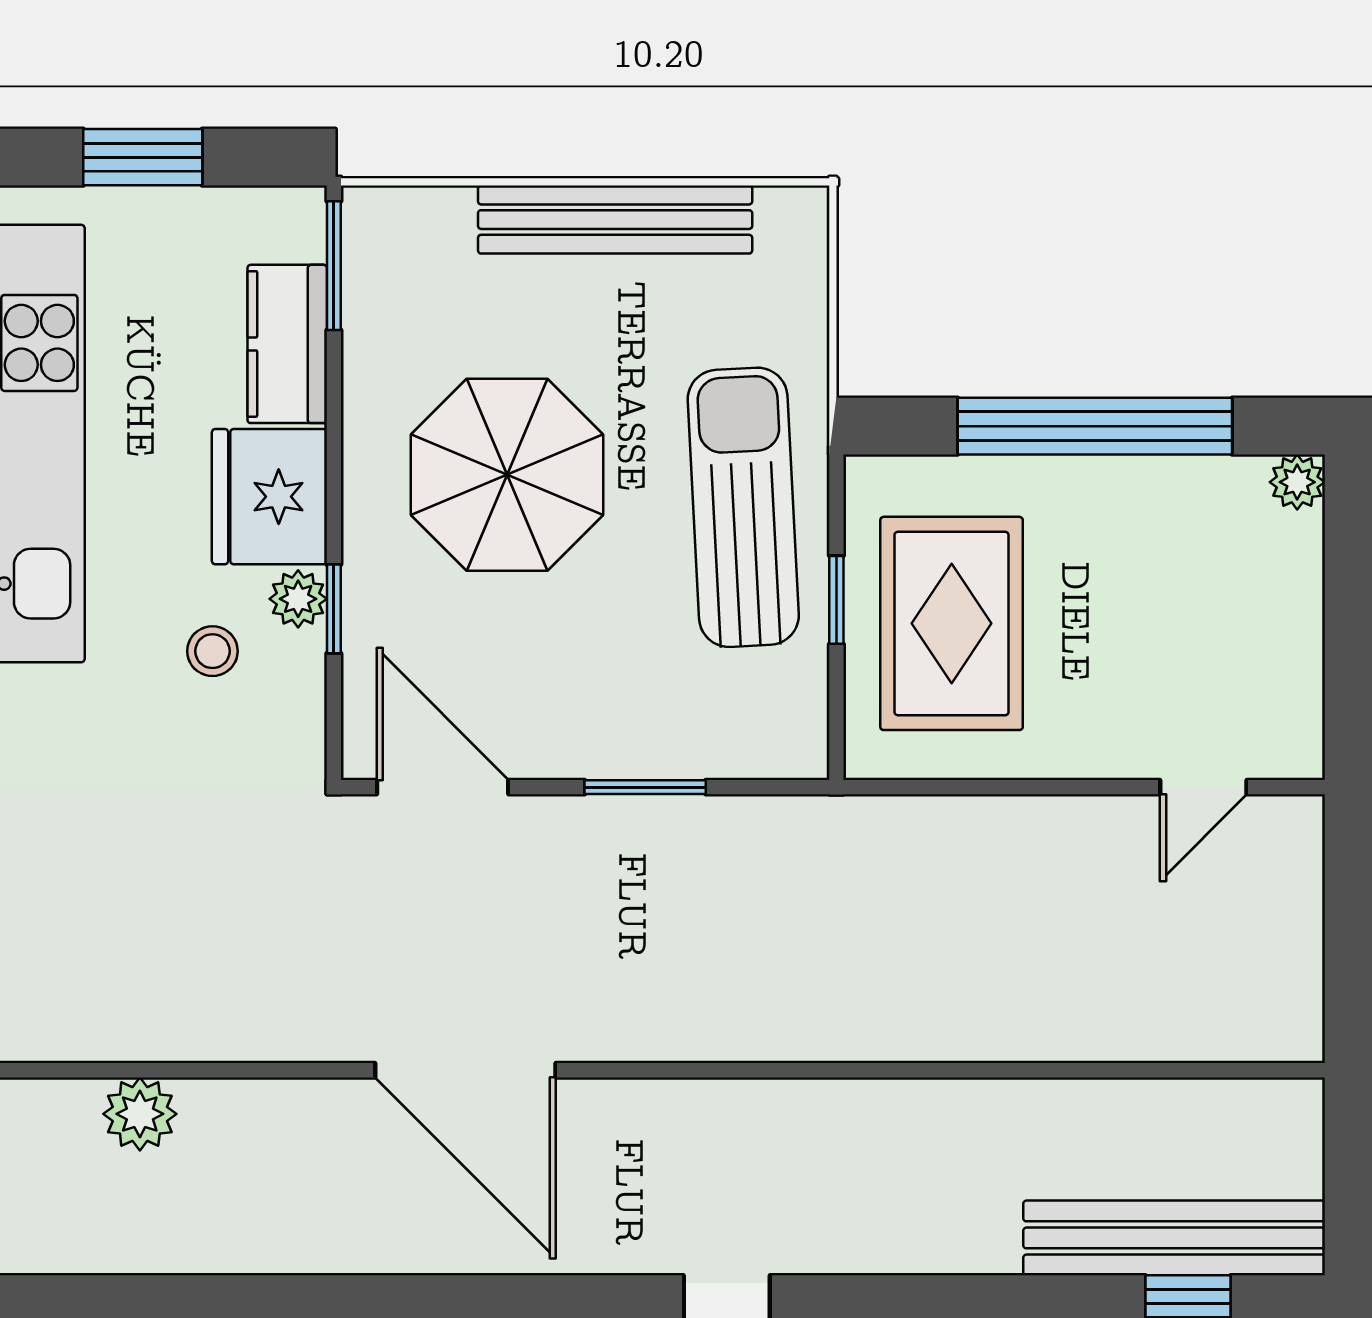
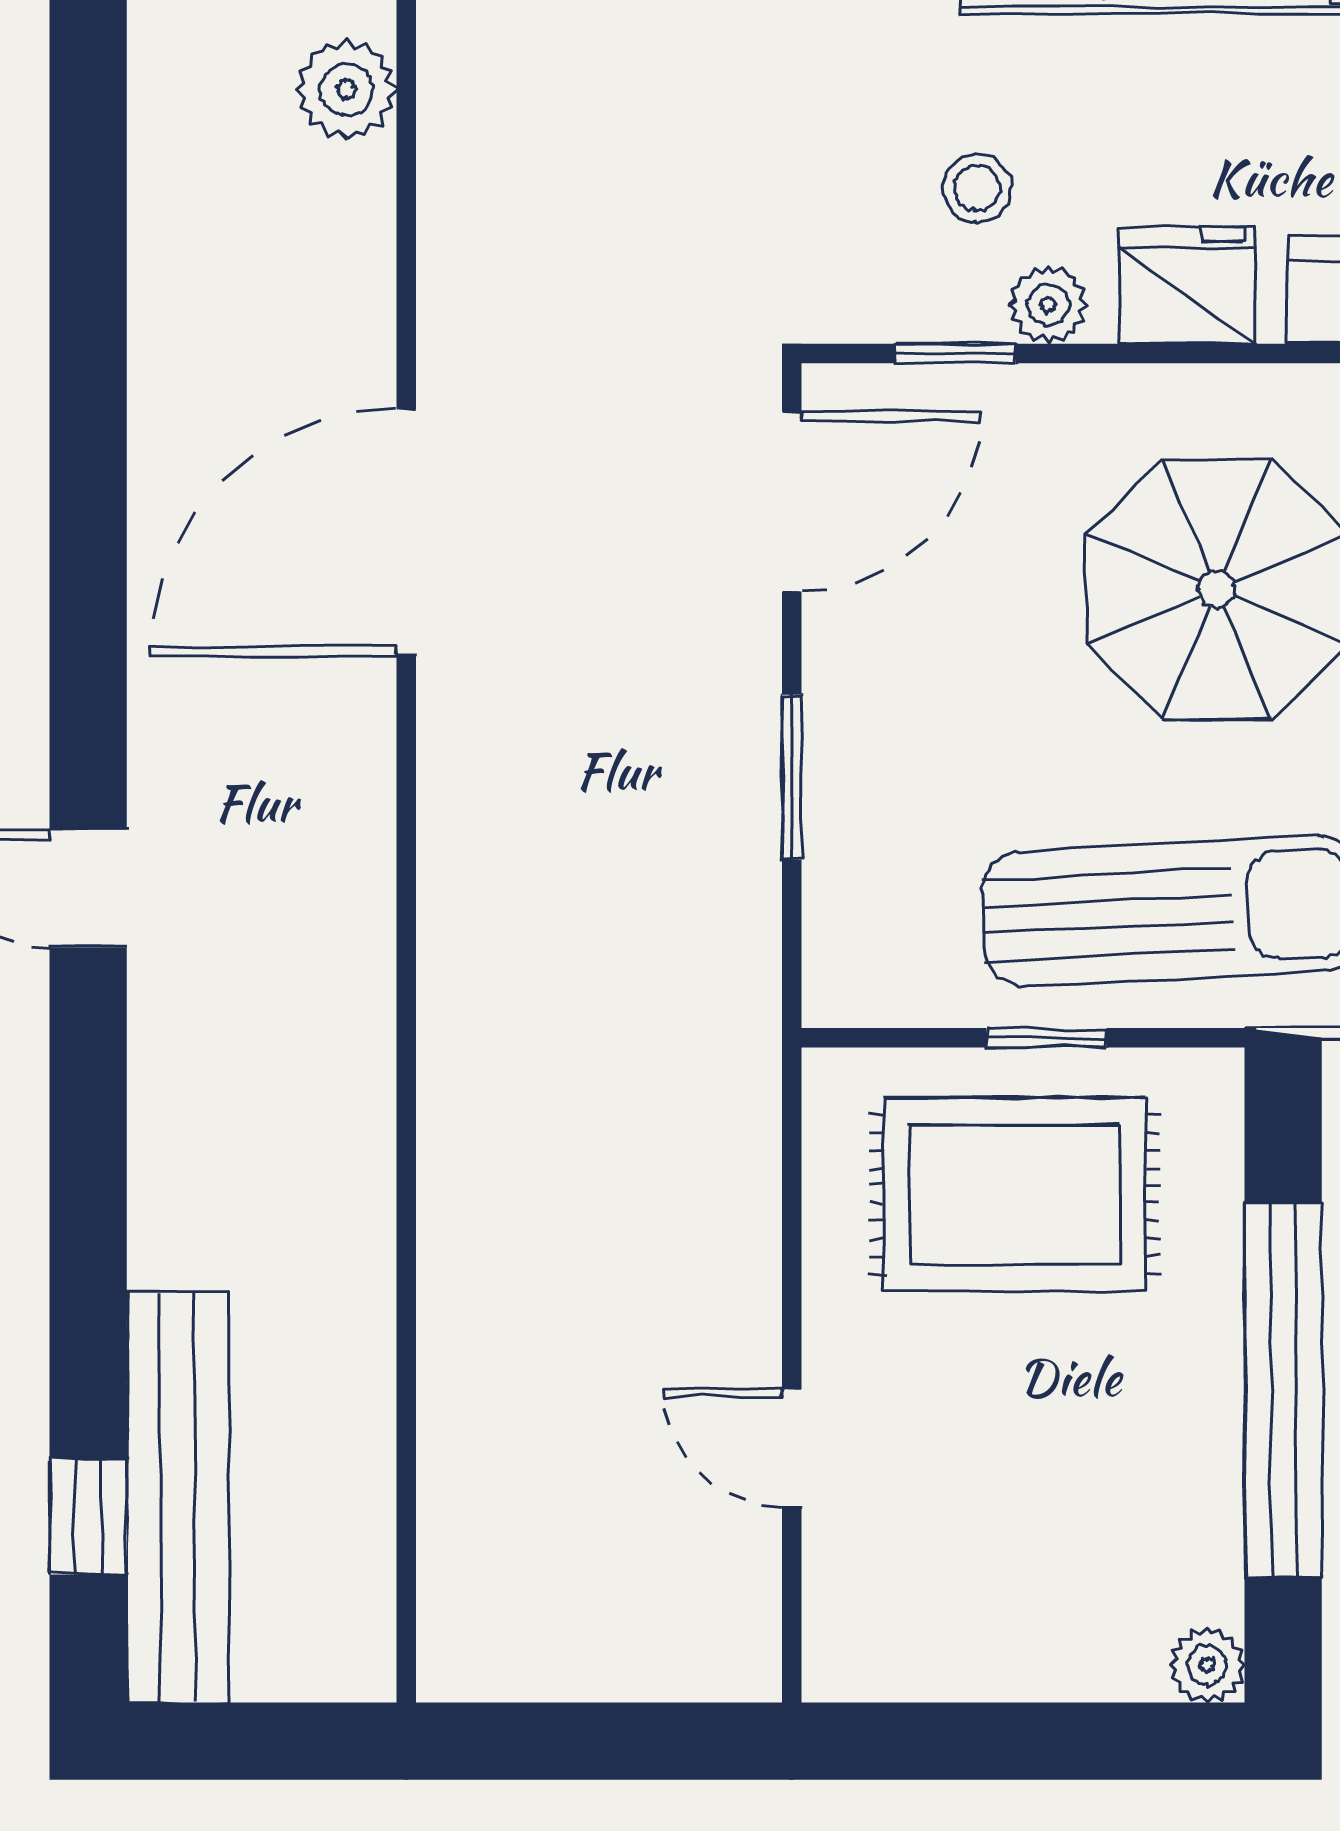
fridge: (269, 497) -> (1187, 285), width x0.73, depth x0.75
window: (334, 609) -> (955, 353), moved
door: (1203, 787) -> (792, 1448), moved

